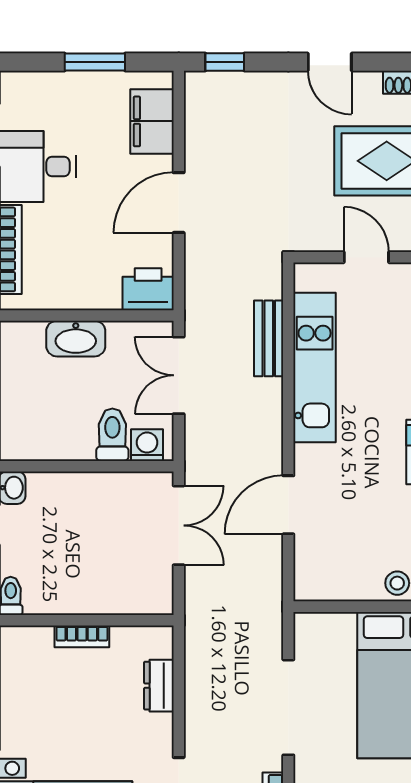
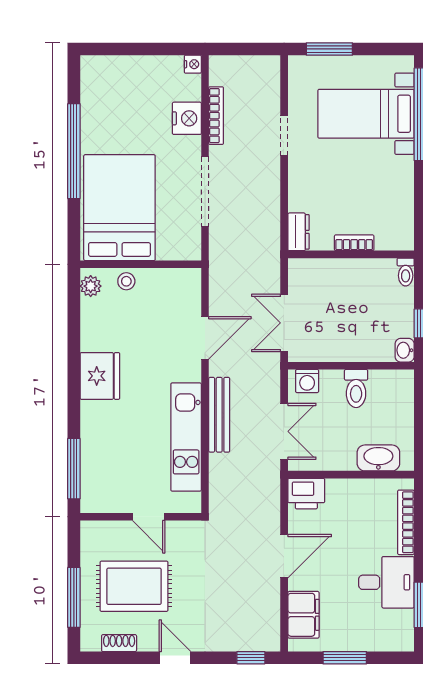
bench: (269, 338) -> (219, 415), moved, width x1.36
washbasin: (76, 339) -> (378, 458), moved
toilet: (112, 435) -> (356, 388), moved
dresser: (159, 686) -> (299, 232), moved

